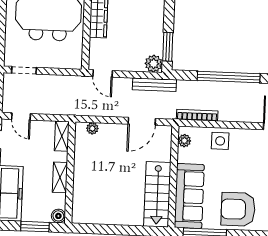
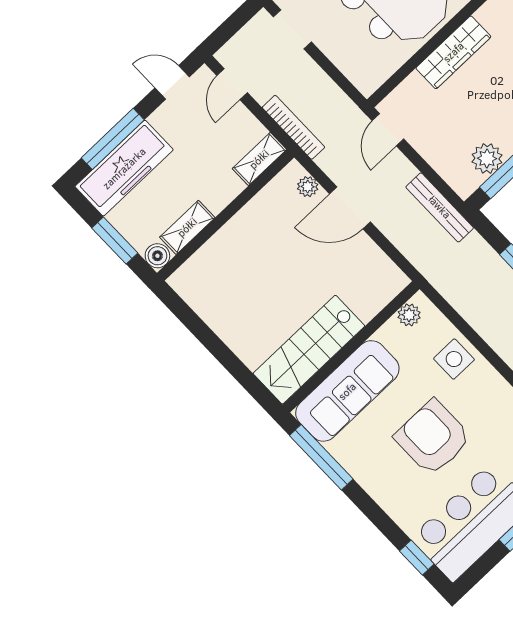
plant: (154, 64) -> (487, 158), moved
bookcase: (197, 115) -> (293, 127), moved
door: (142, 121) -> (350, 208), moved
shelving: (60, 177) -> (187, 227), moved
armchair: (238, 209) -> (433, 438), moved

